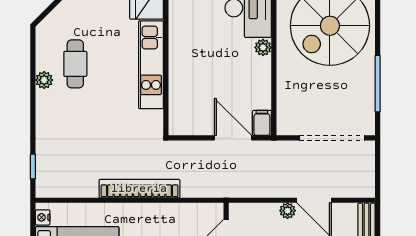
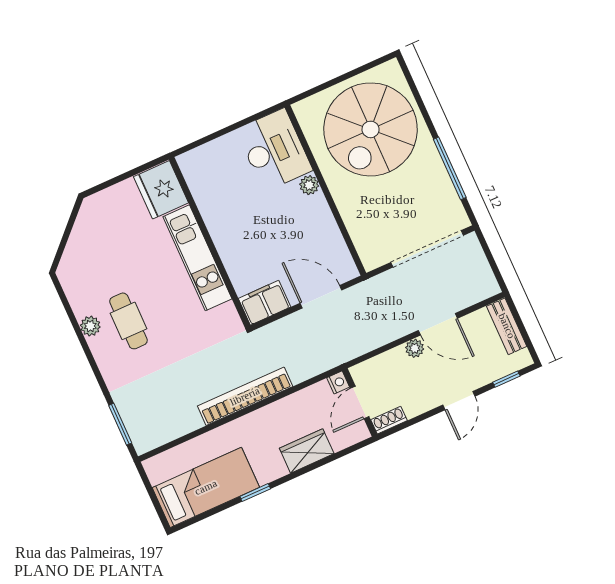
cafe table: (75, 64) -> (128, 321), moved
filing cabinet: (262, 123) -> (264, 303), moved, width x2.00
window: (33, 167) -> (120, 424), width x1.50
nightstand: (43, 217) -> (338, 382), moved, turned 180

